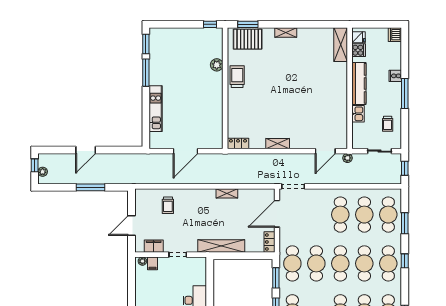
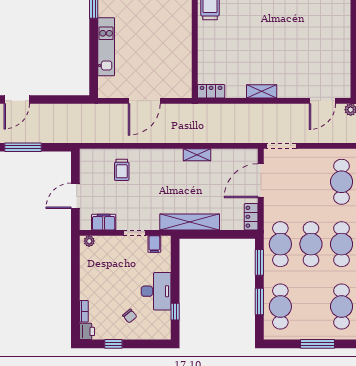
filing cabinet: (152, 263) -> (154, 244), moved

